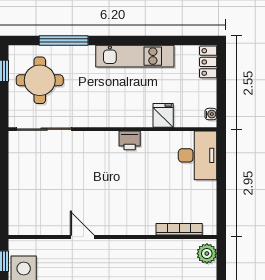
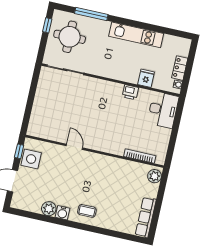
locker: (208, 62) -> (180, 68), moved
printer: (130, 140) -> (130, 92), moved

